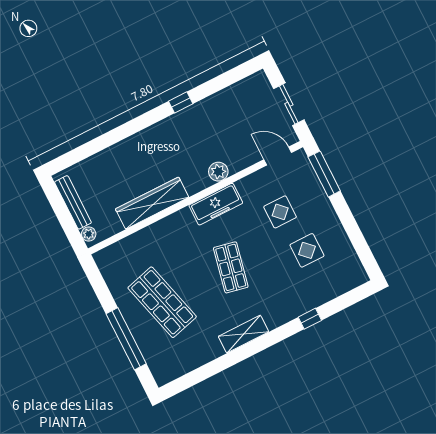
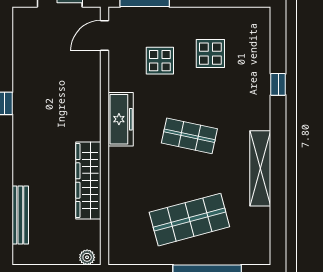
plant: (218, 172) -> (90, 101), removed
bench: (73, 202) -> (20, 215), moved, turned 90
shelving: (243, 334) -> (260, 168), width x1.47

